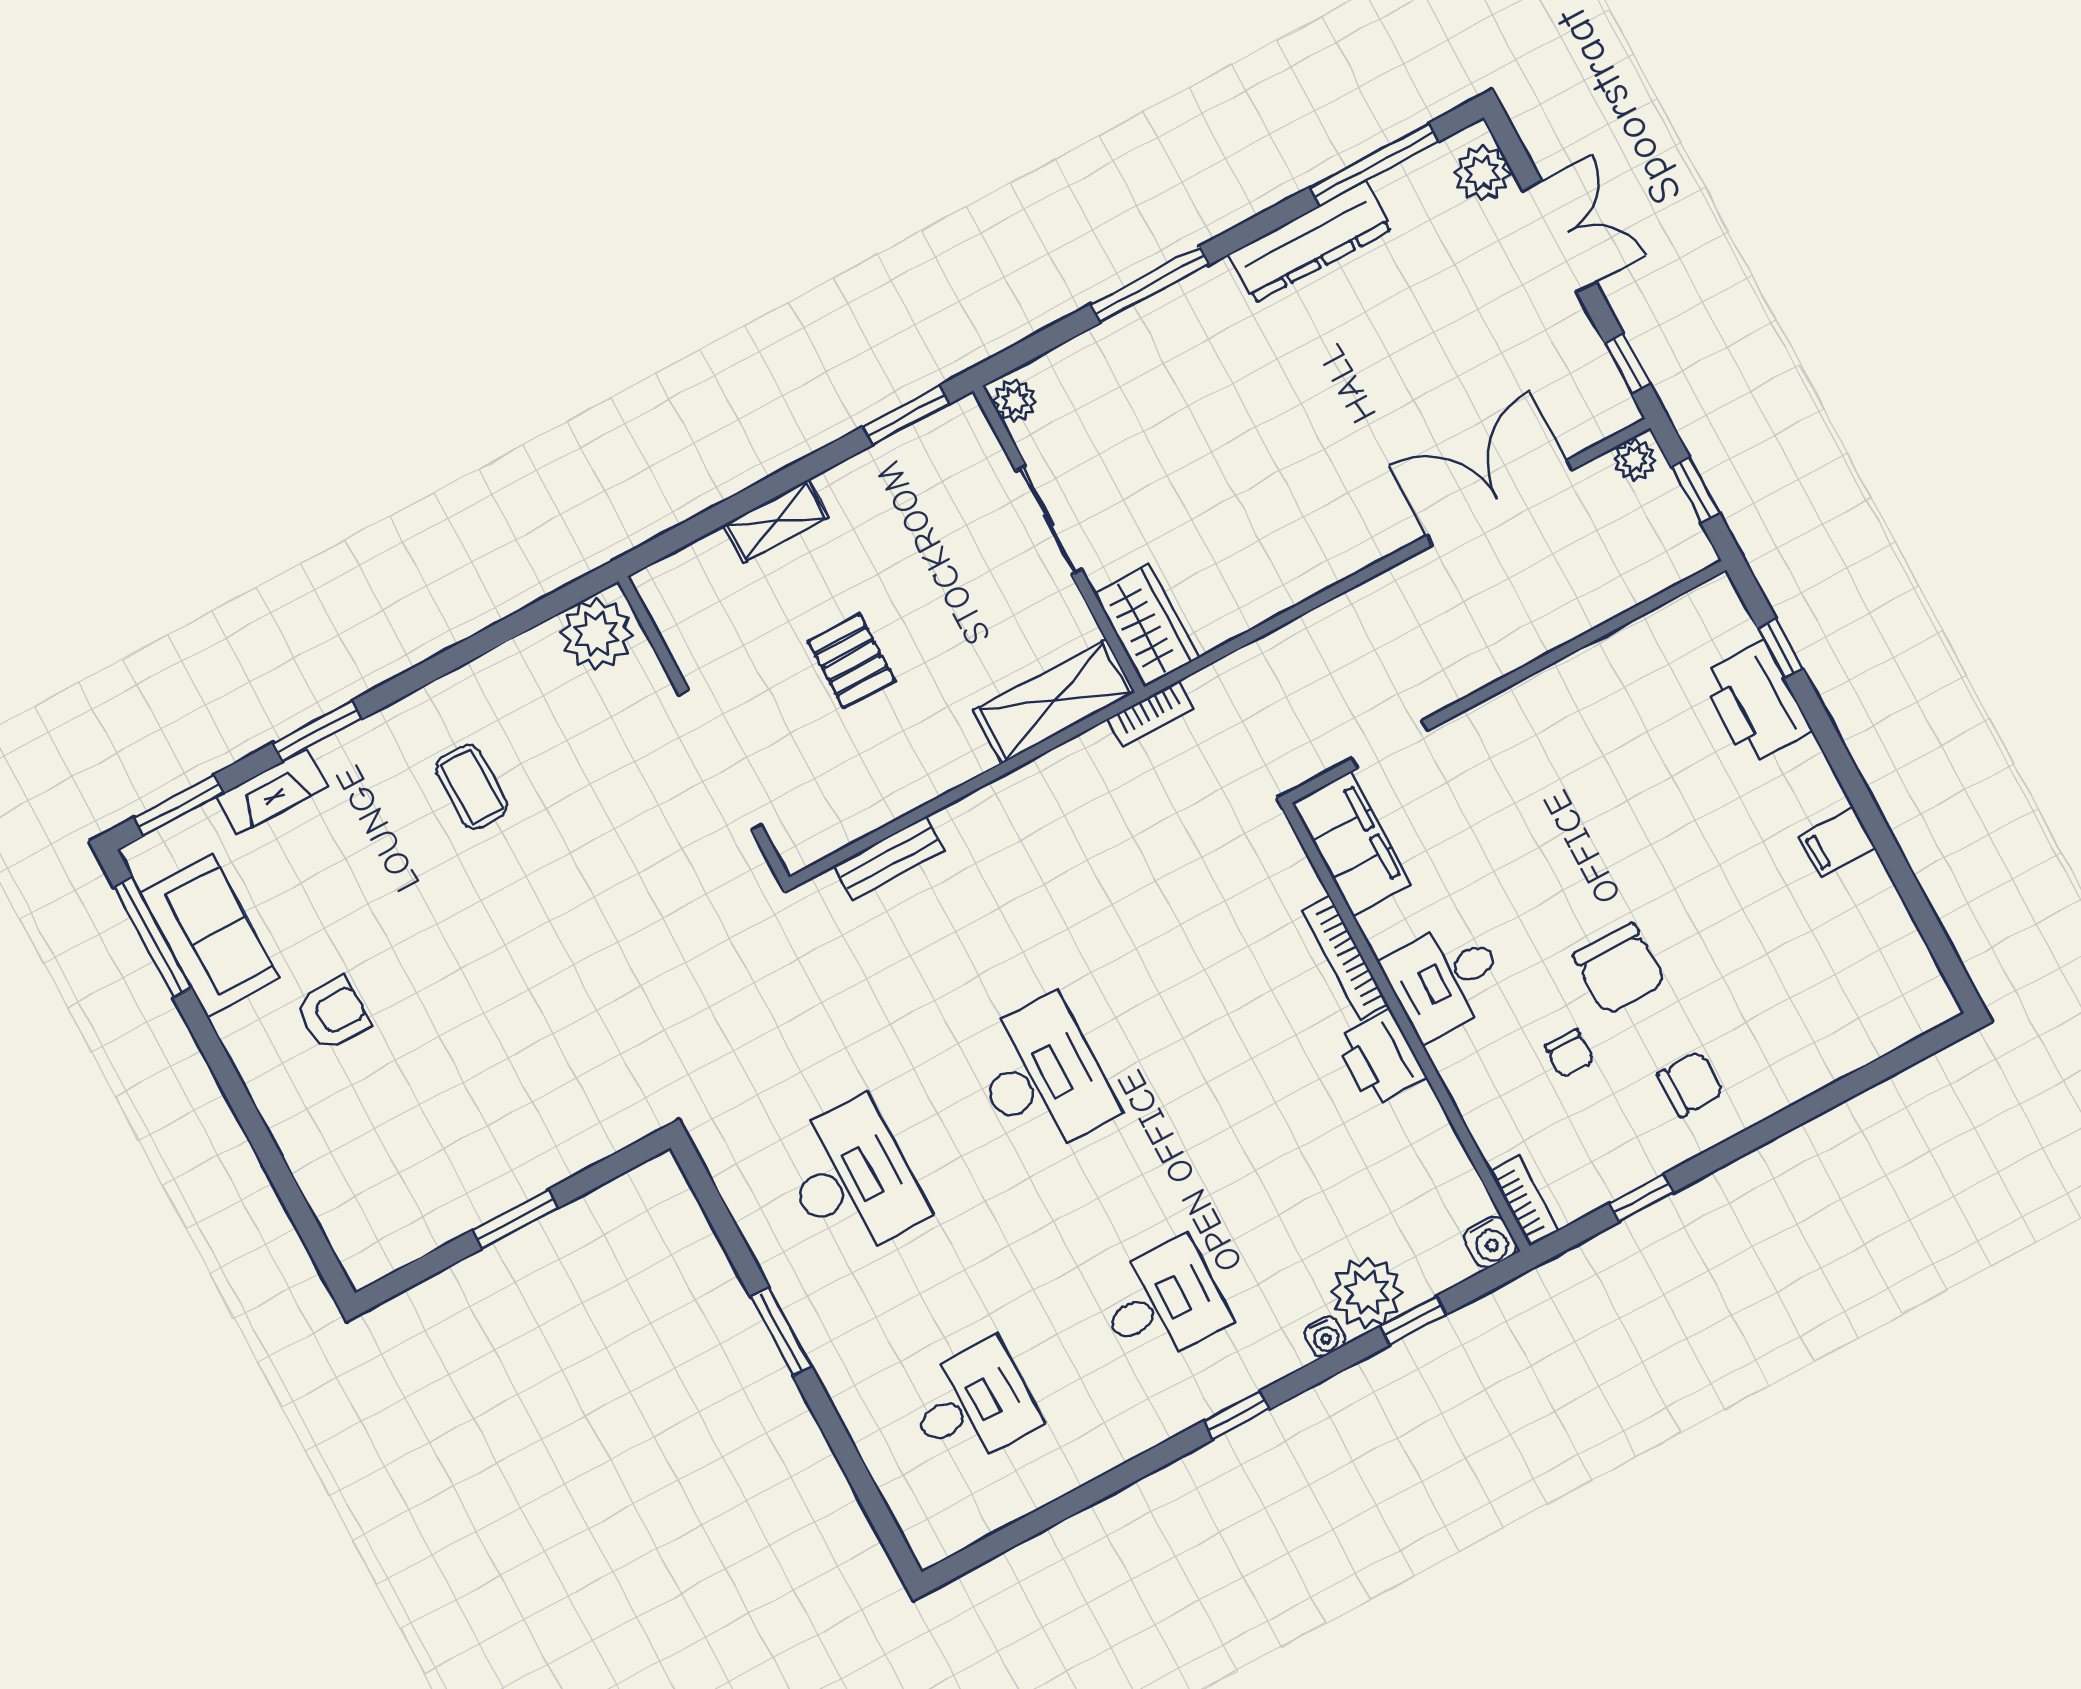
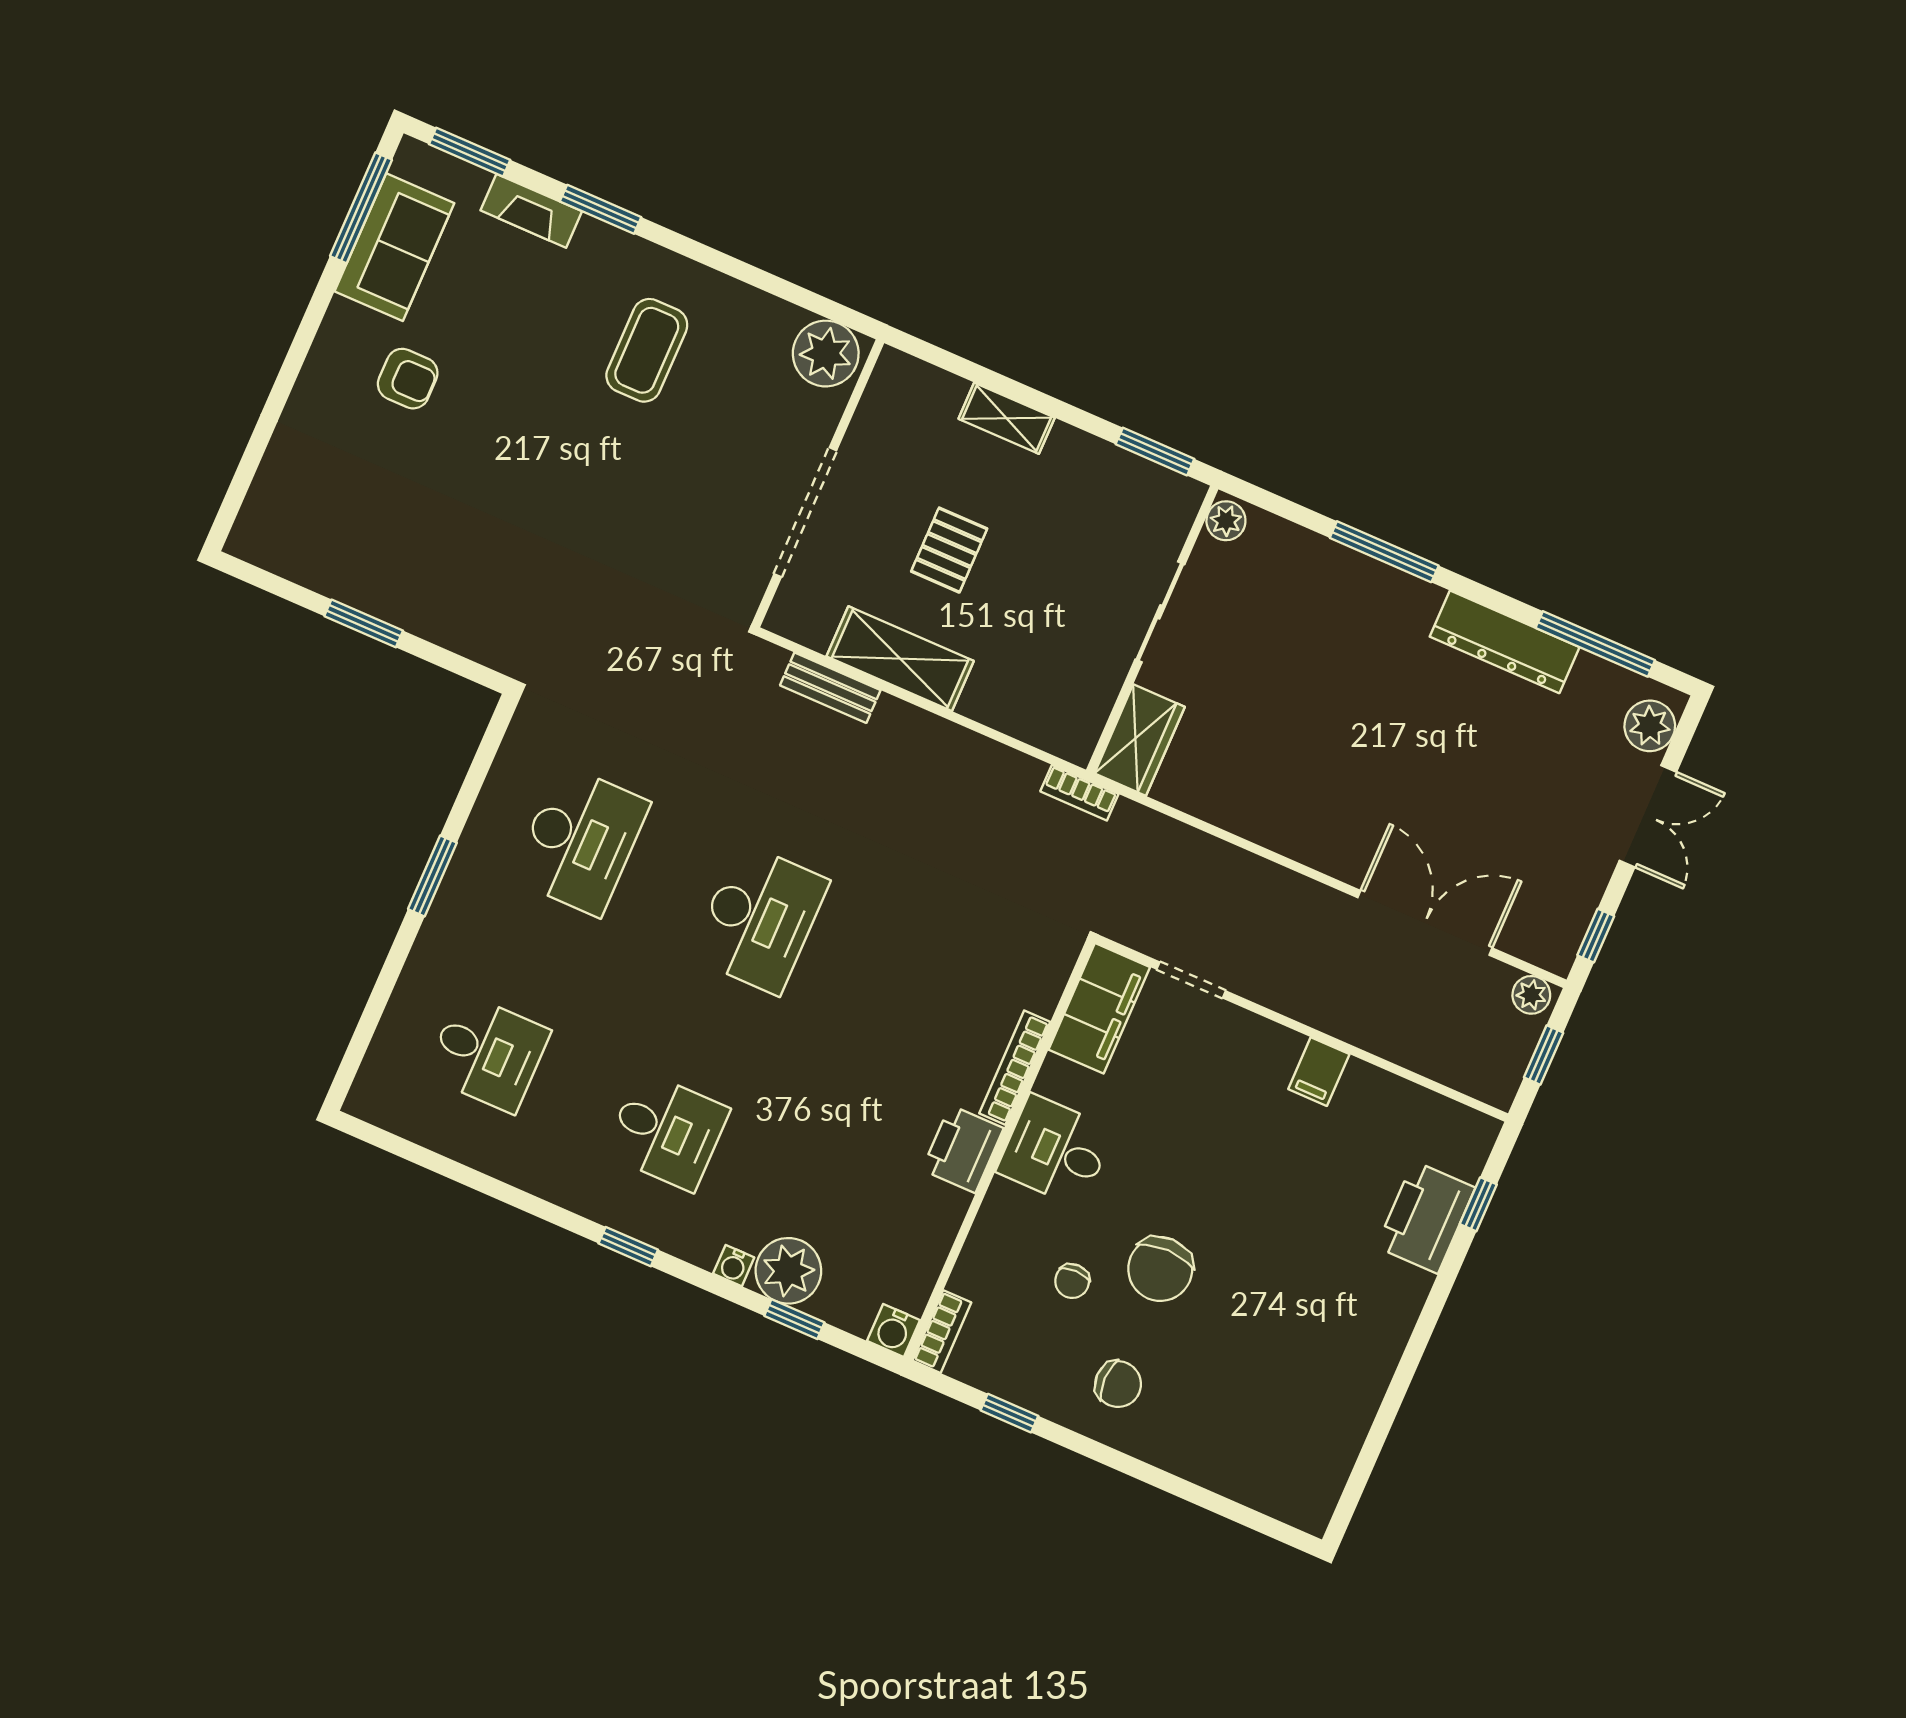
shelving: (1054, 701) -> (900, 659), moved
coffee table: (471, 787) -> (647, 350), width x1.36, depth x1.30
filing cabinet: (1837, 842) -> (1319, 1072), moved, turned -90

